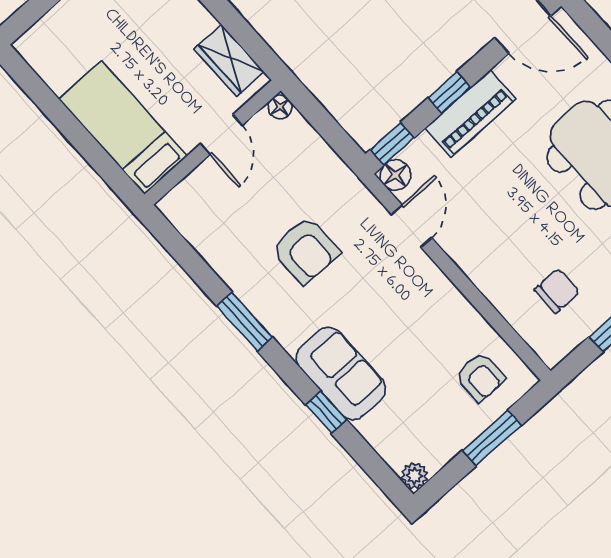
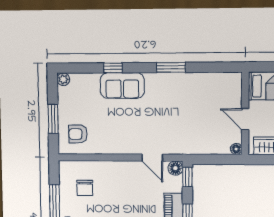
armchair: (305, 250) -> (177, 112), removed

